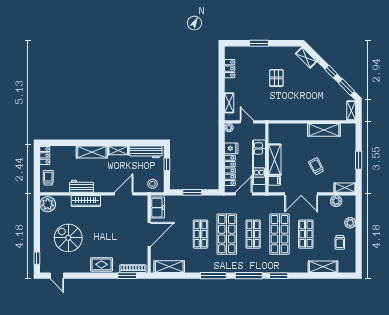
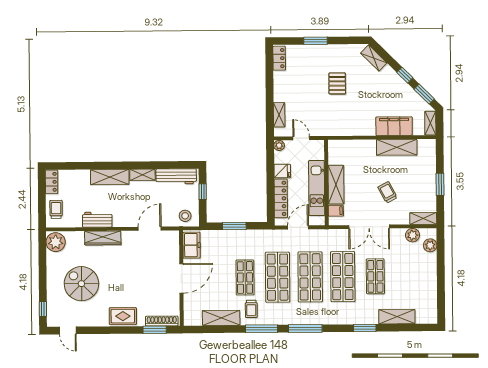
locker: (230, 69) -> (279, 58), moved
filing cabinet: (322, 113) -> (394, 126), added
plant: (350, 223) -> (430, 245), moved
shop shelf: (253, 234) -> (310, 277), width x1.43, depth x1.36
trolley: (340, 242) -> (251, 309), moved
shelving: (169, 267) -> (221, 318), moved
window: (279, 276) -> (365, 328), moved

